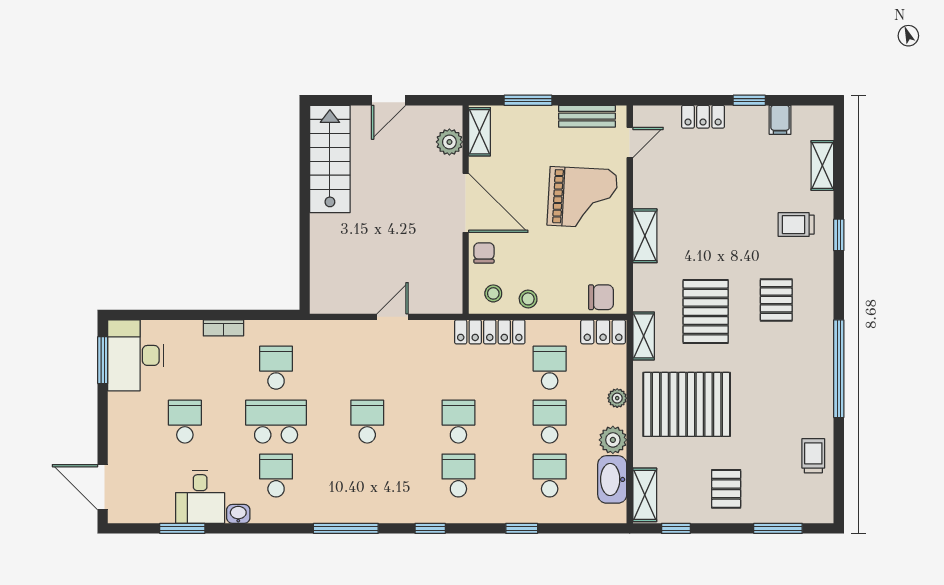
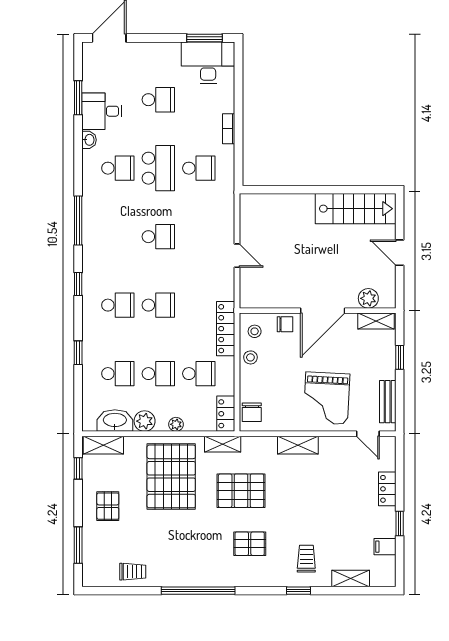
window: (528, 100) -> (400, 357), width x0.67
pallet: (726, 489) -> (108, 506), turned 90

